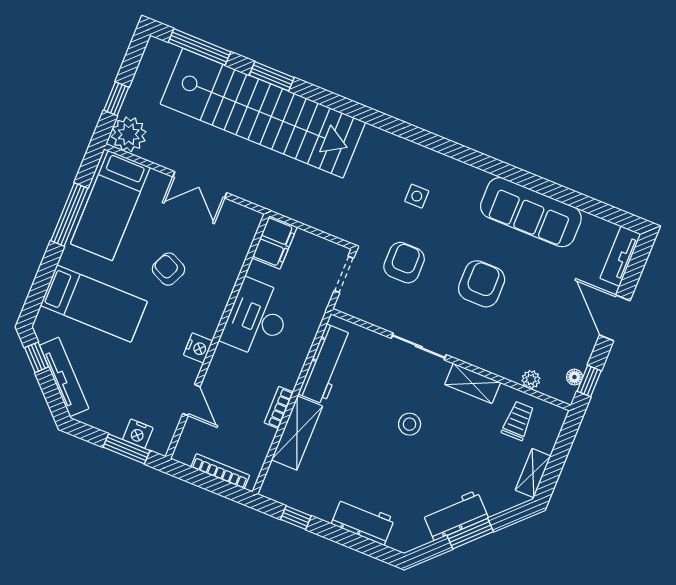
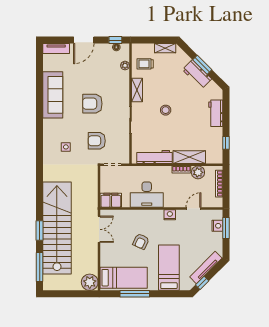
window: (116, 99) -> (77, 294), removed
double door: (200, 185) -> (99, 229), moved
plant: (260, 438) -> (198, 172), added

